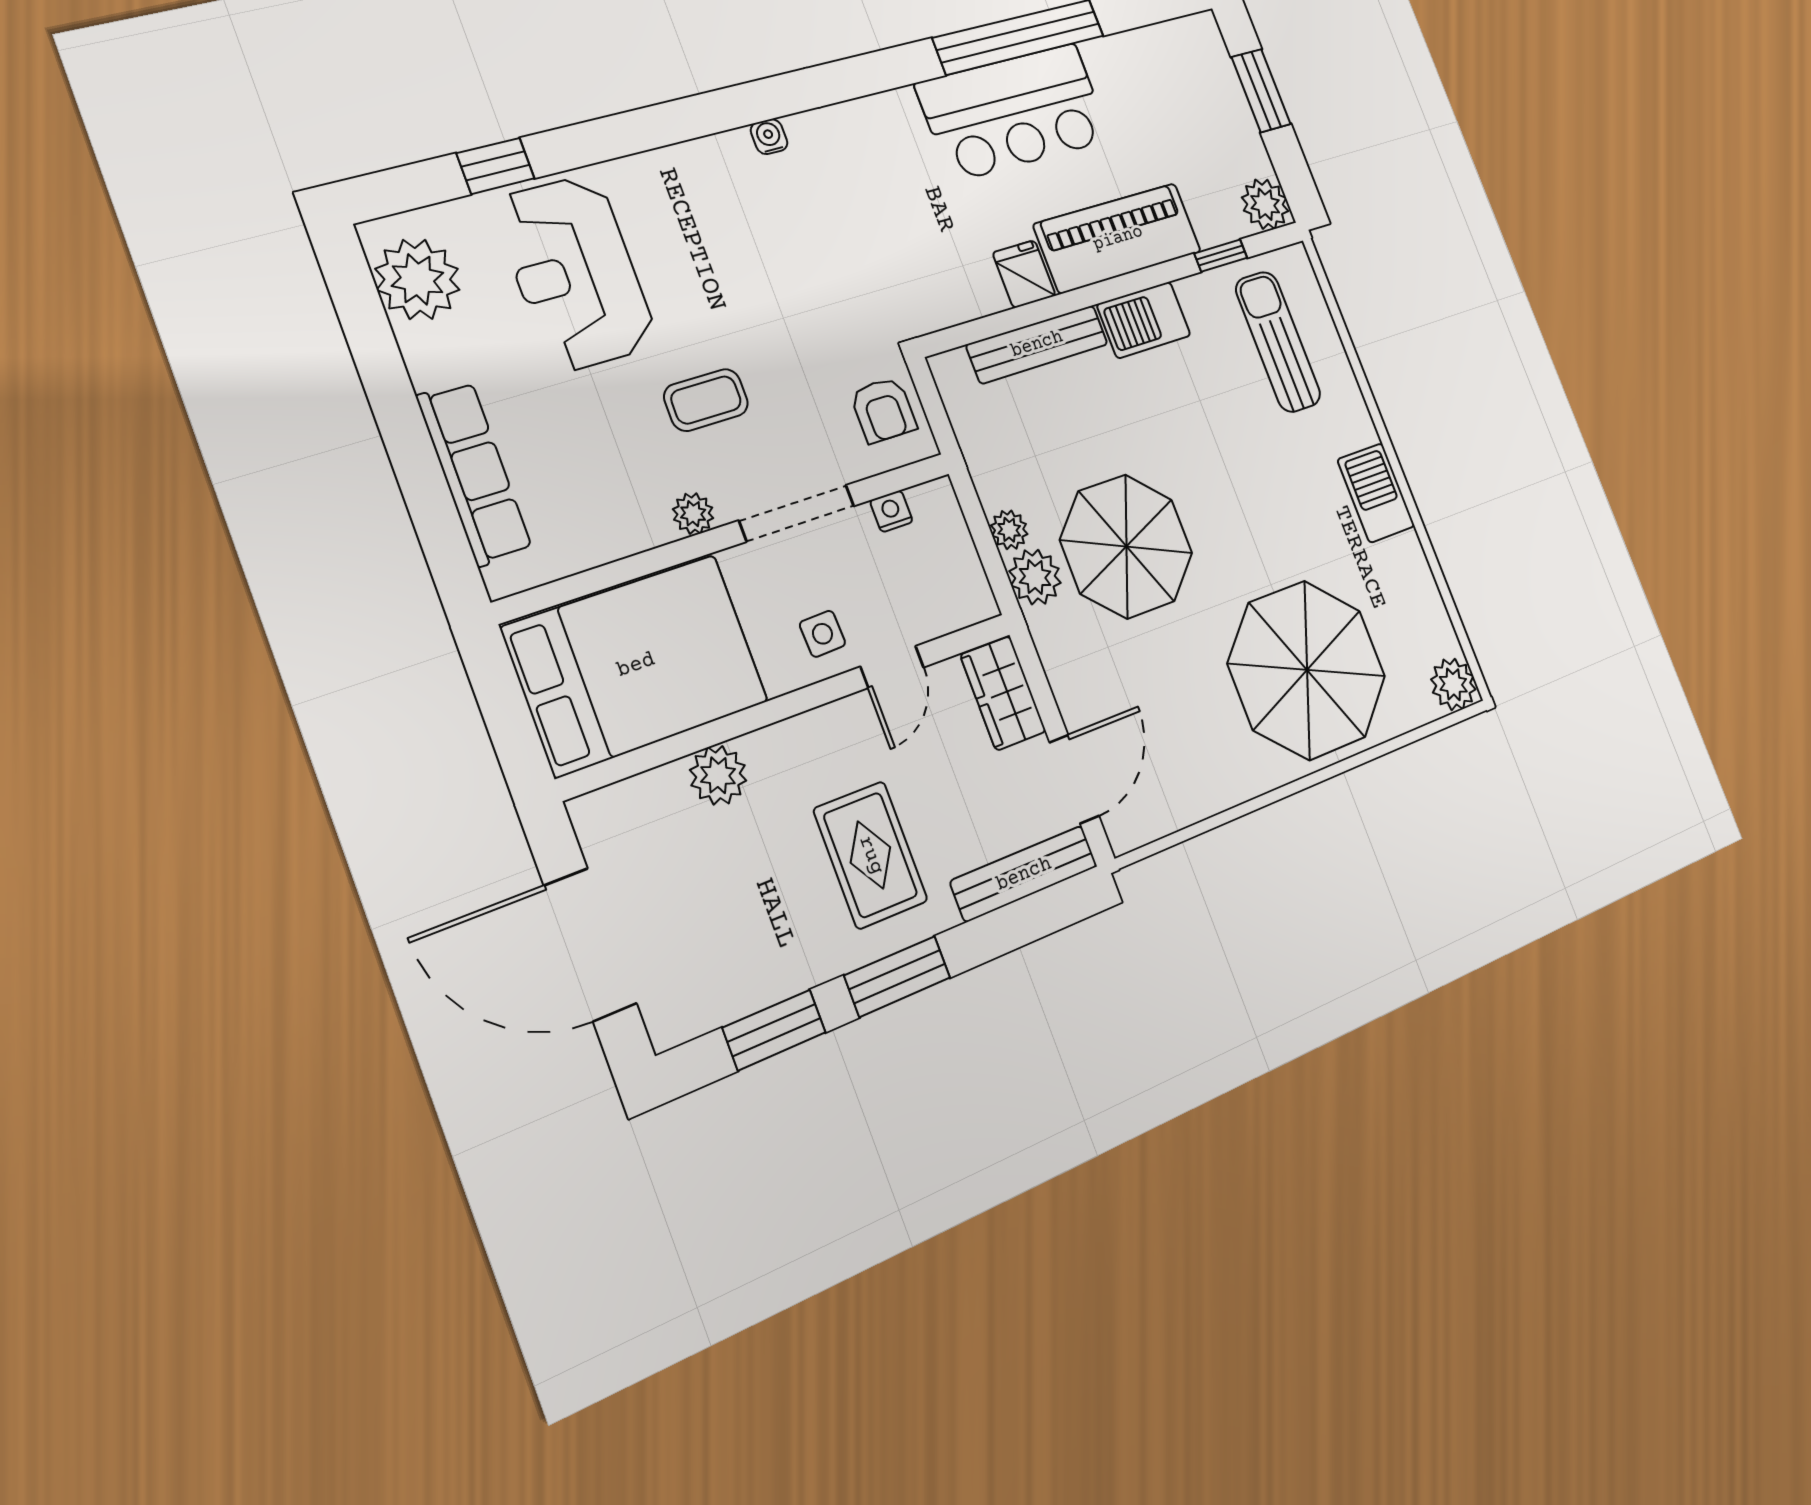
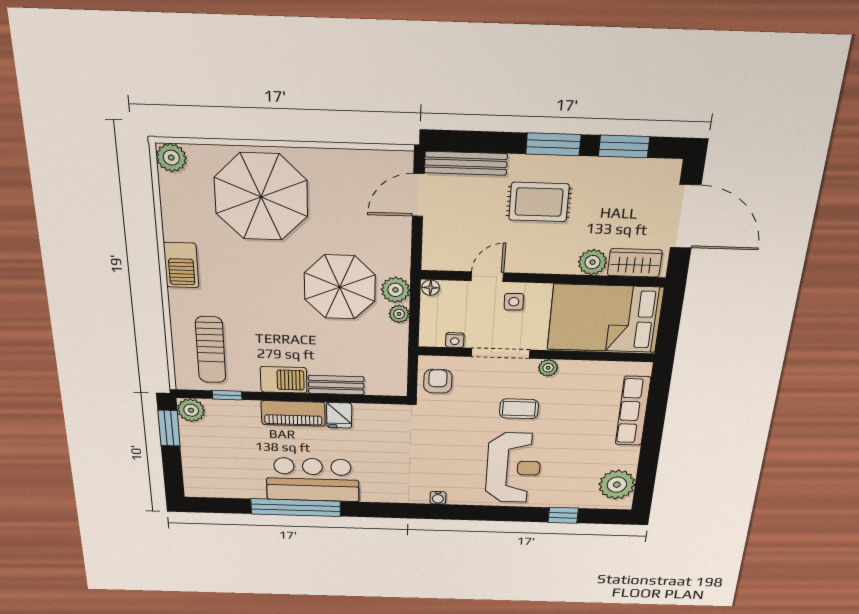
window: (1261, 91) -> (169, 428), moved
piano: (1118, 238) -> (293, 413), width x0.73, depth x0.75
reception desk: (575, 273) -> (513, 468), moved
bench: (1037, 344) -> (336, 385), width x0.73
floor lamp: (979, 605) -> (431, 288), added
wardrobe: (1003, 693) -> (635, 263), moved, turned -90
rug: (871, 855) -> (539, 202), turned 90

